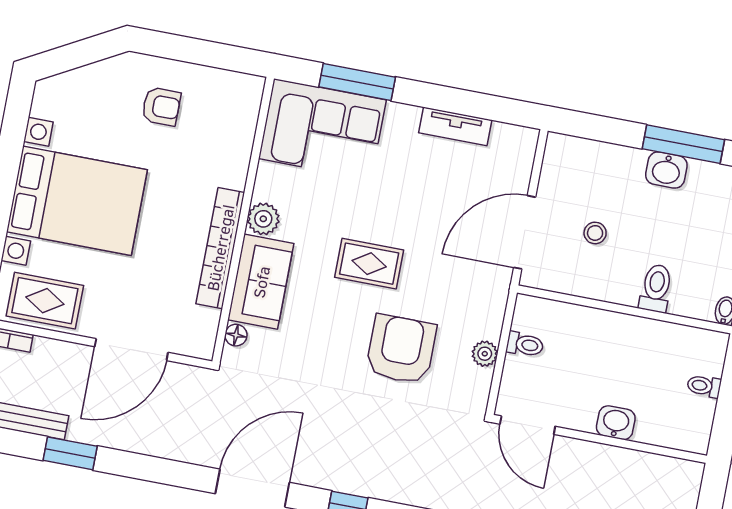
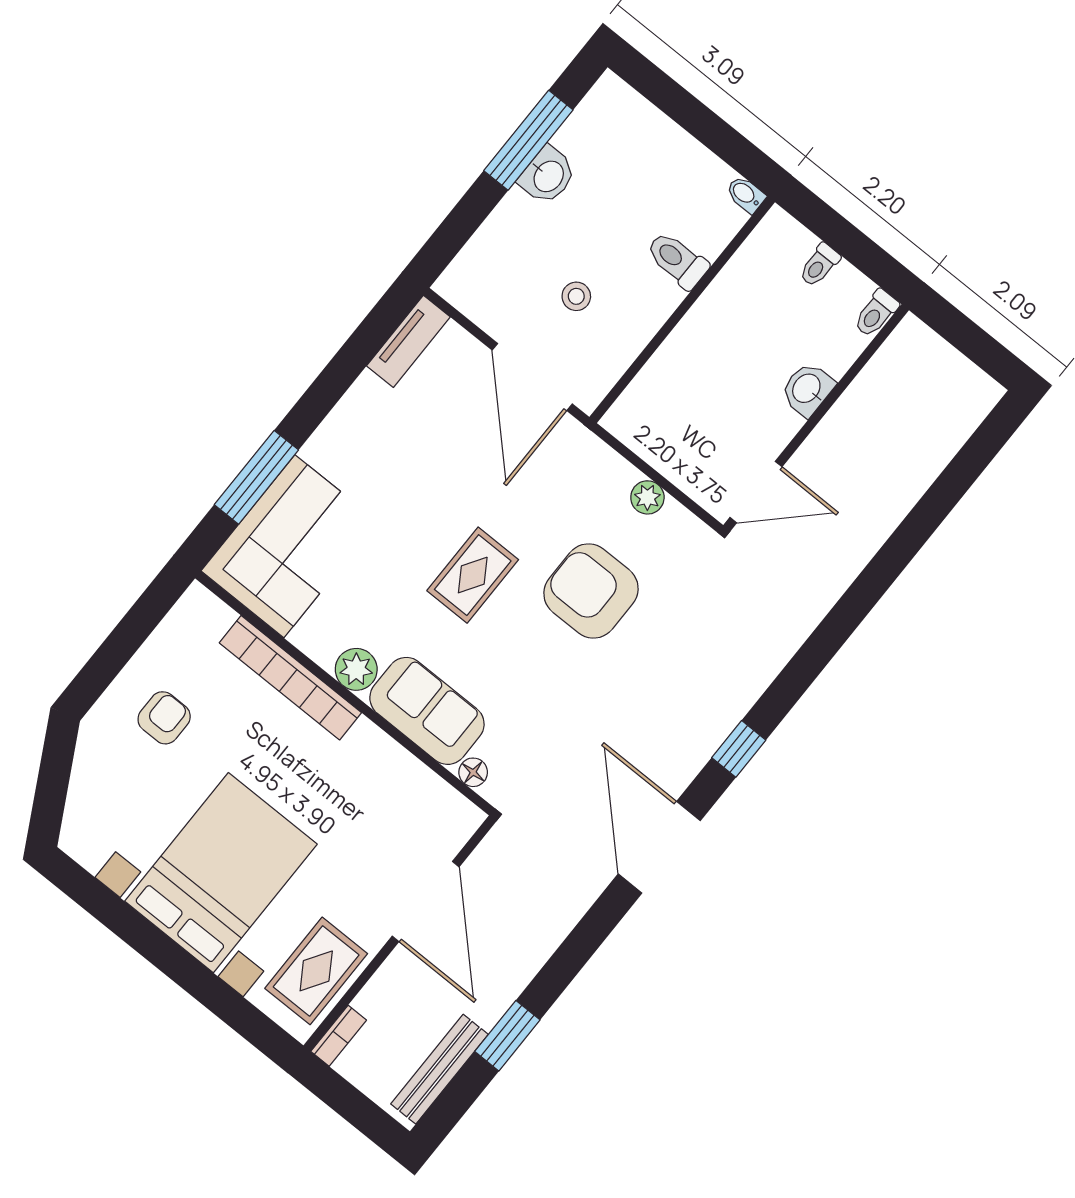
tv unit: (455, 126) -> (408, 341), moved
bookcase: (220, 248) -> (290, 678), moved
toilet: (525, 344) -> (876, 313), moved, turned 180

